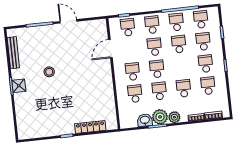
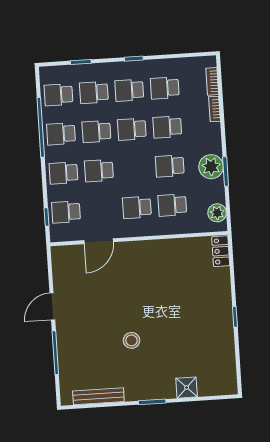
door: (110, 49) -> (99, 241), hinge flipped
school desk: (157, 69) -> (132, 129), moved
shower: (19, 86) -> (187, 388), moved
plant: (174, 117) -> (217, 213), moved
washbasin: (145, 120) -> (215, 191), removed
locker: (90, 127) -> (221, 251), moved, width x0.66

